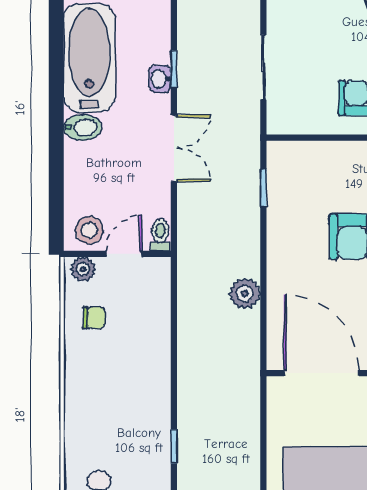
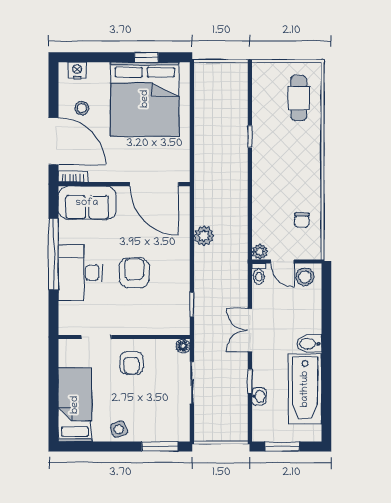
washbasin: (160, 79) -> (259, 396), moved
floor lamp: (277, 124) -> (183, 346), added
door: (124, 254) -> (282, 262), hinge flipped
plant: (83, 269) -> (260, 252), moved
chair: (94, 318) -> (302, 220), turned -90

